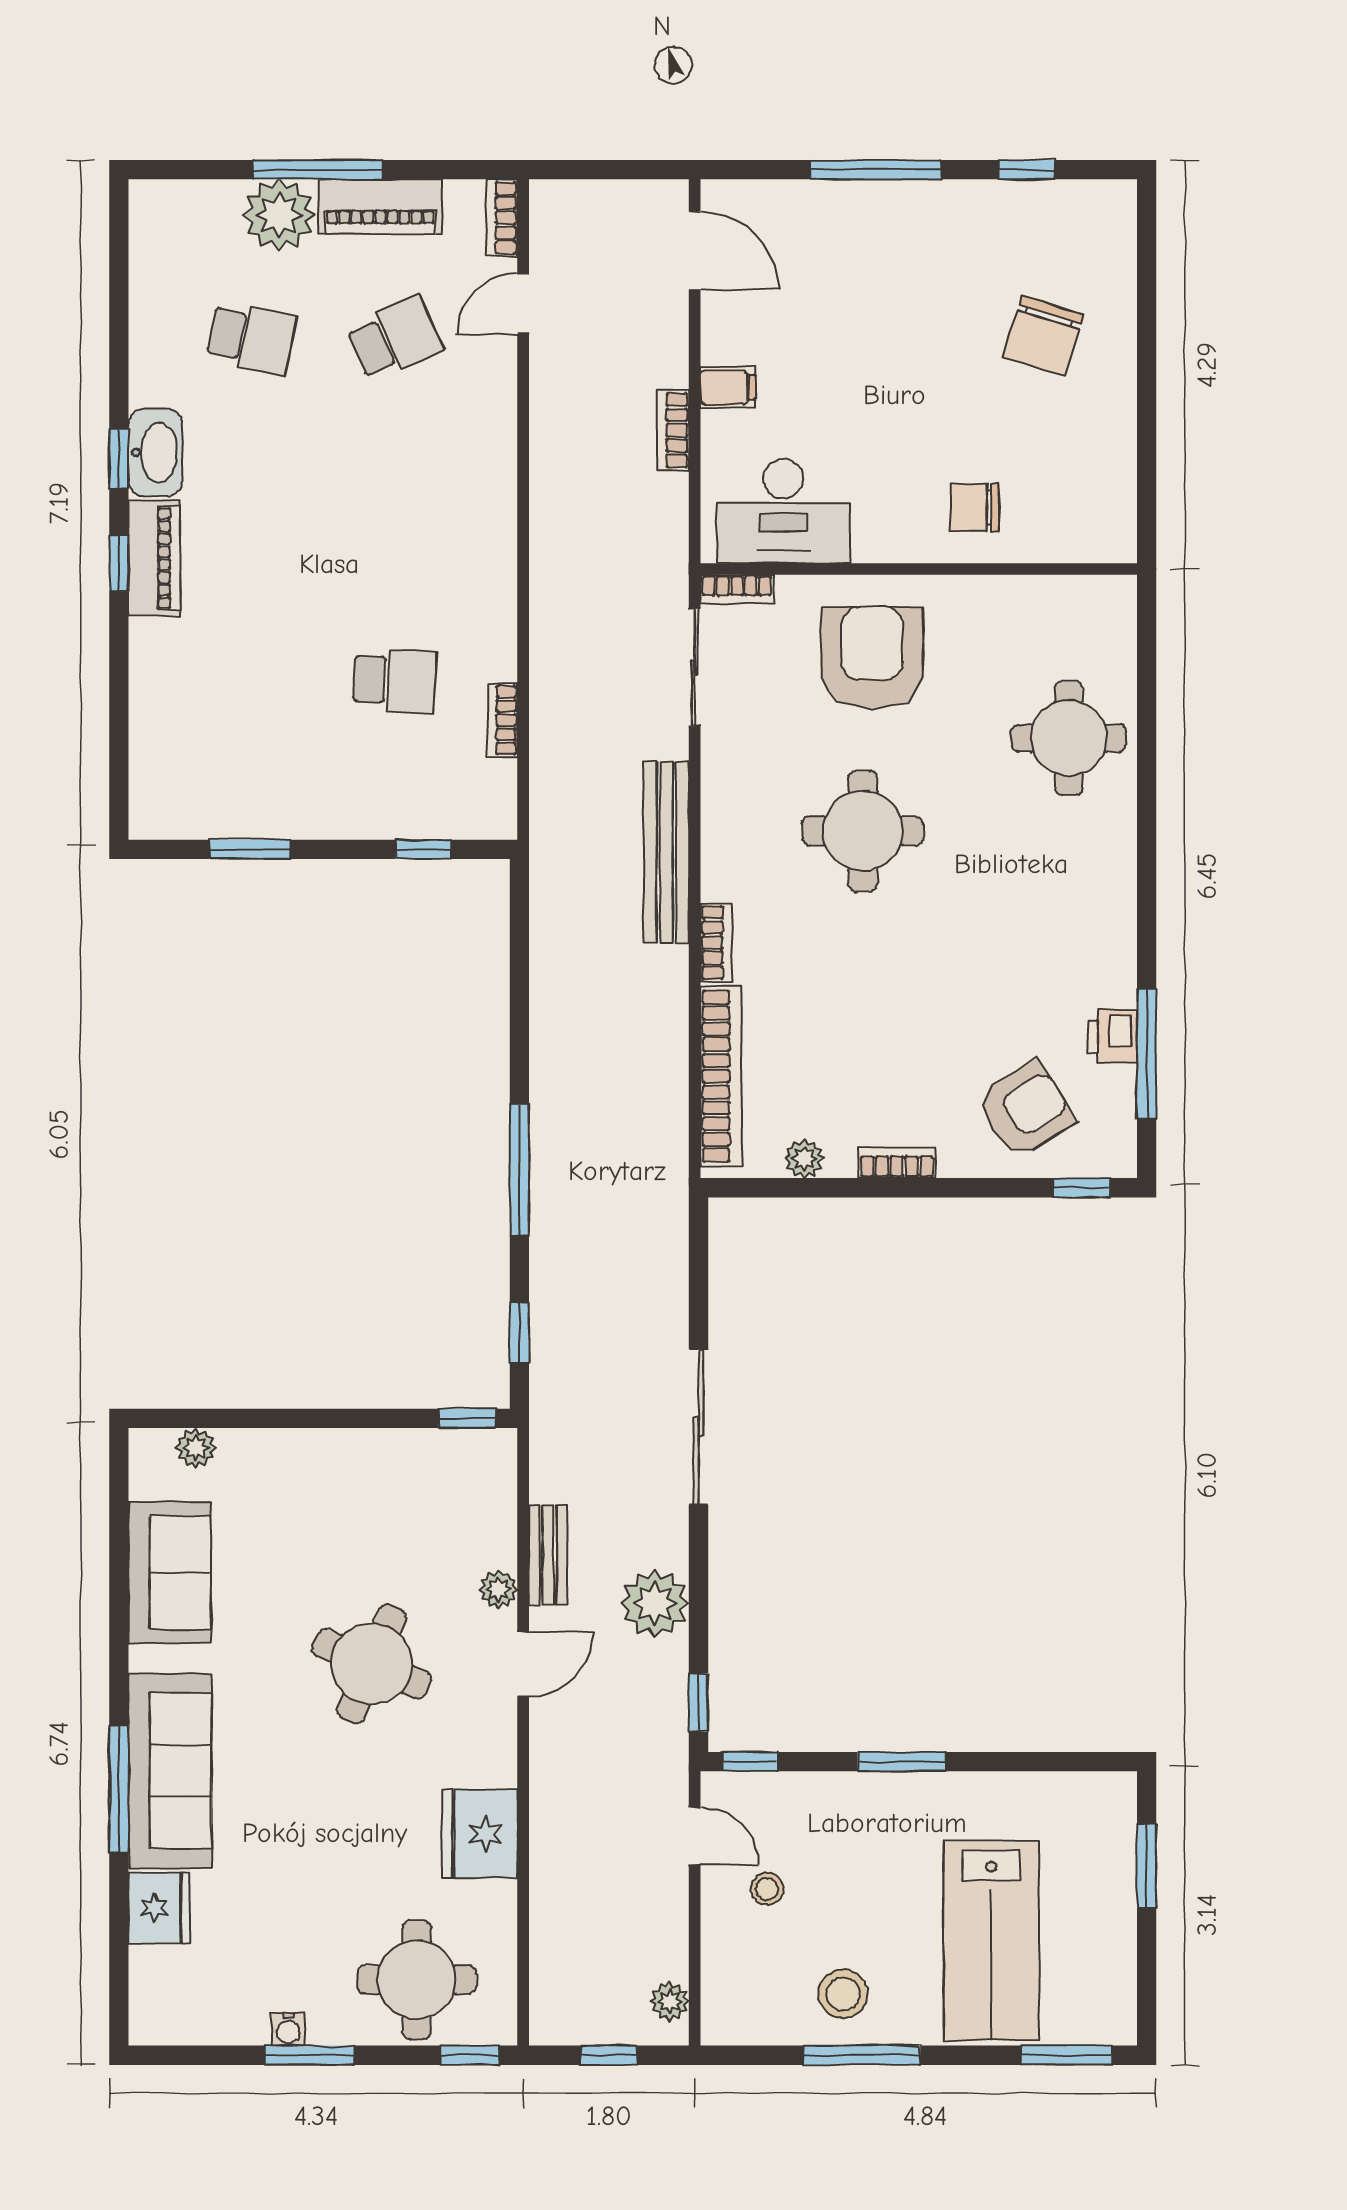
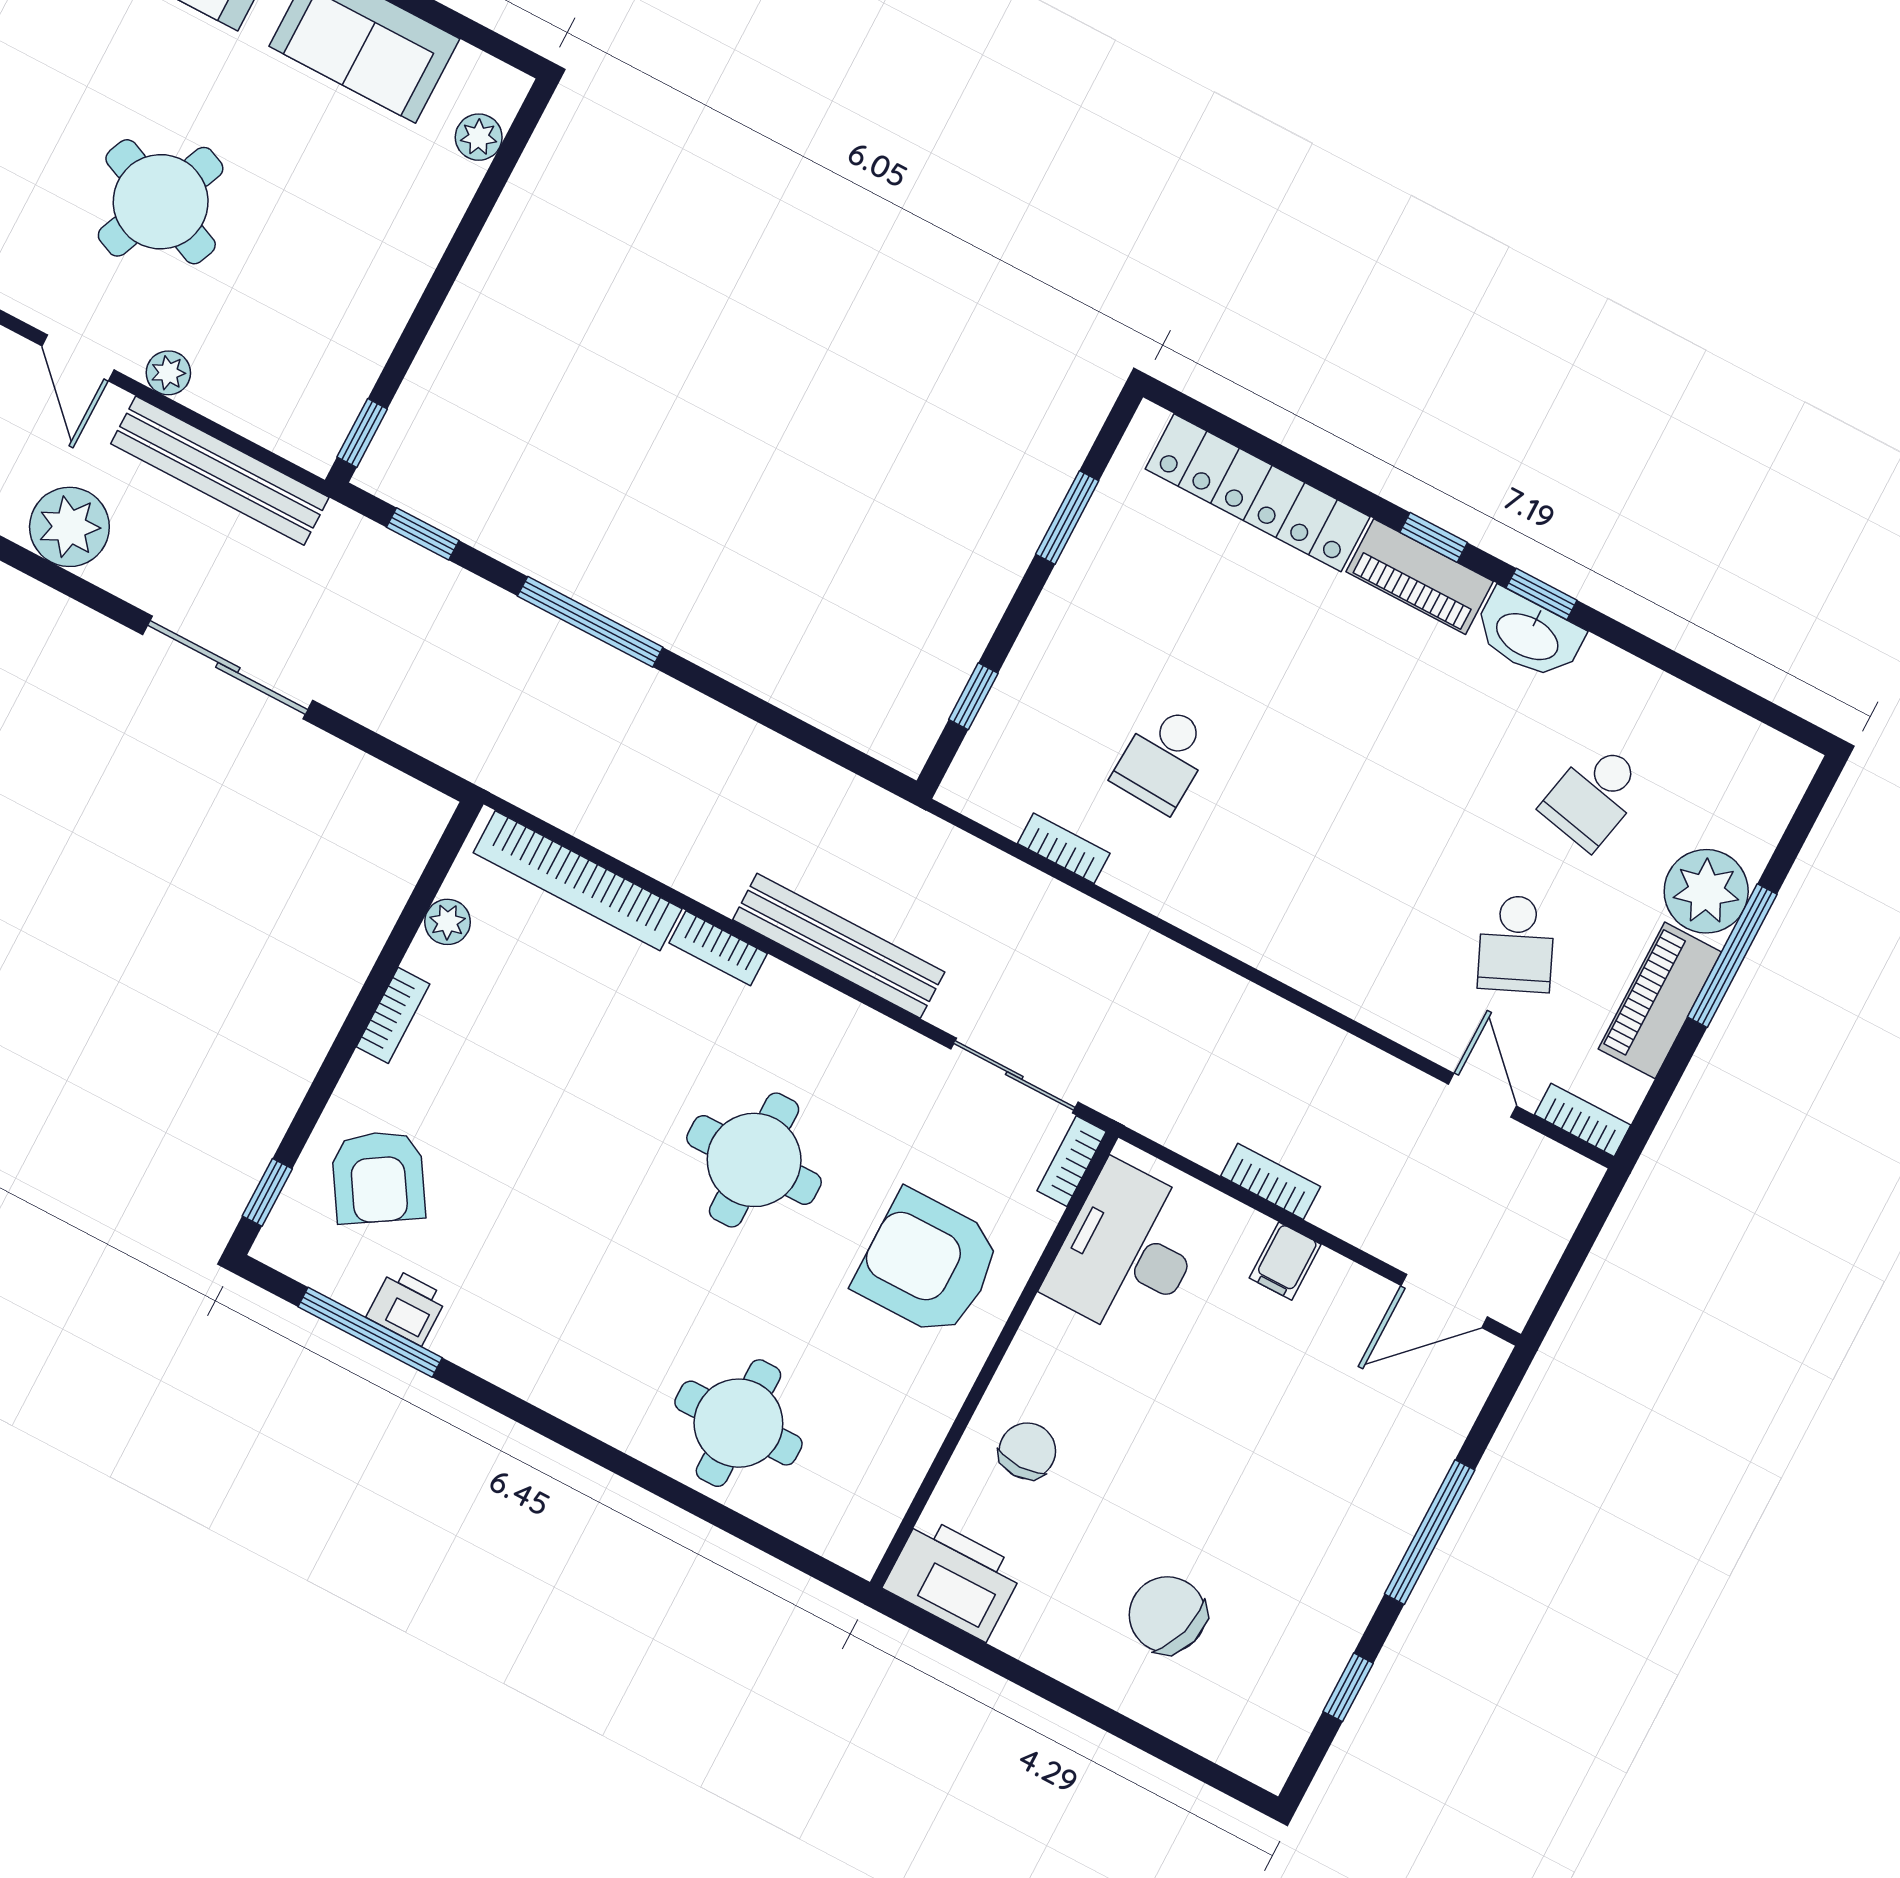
printer: (1101, 513) -> (953, 1578), added
armchair: (872, 658) -> (928, 1264), turned 180
locker: (155, 715) -> (1258, 493), added
bench: (548, 1555) -> (220, 471), width x1.86, depth x1.21

